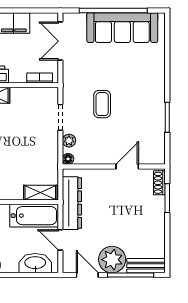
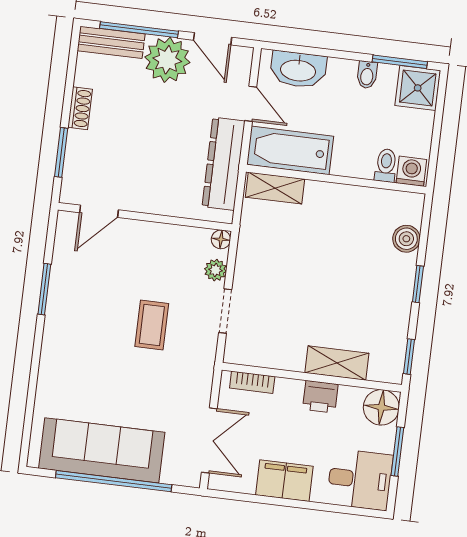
door: (127, 166) -> (99, 211), moved
shoe rack: (159, 183) -> (80, 108), moved

